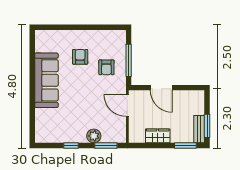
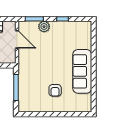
armchair: (106, 67) -> (34, 82), removed
door: (127, 106) -> (17, 39), moved

